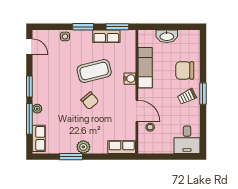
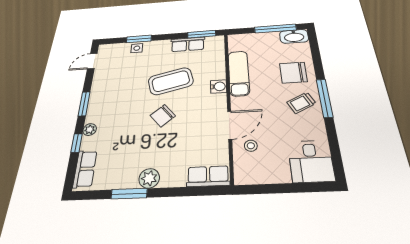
window: (83, 27) -> (139, 39), moved
window: (176, 27) -> (275, 29), added
washbasin: (167, 36) -> (294, 36), moved
door: (29, 46) -> (92, 61), swing flipped
window: (203, 94) -> (324, 98), width x1.44
chair: (90, 101) -> (163, 116), turned 90
door: (137, 111) -> (230, 125), hinge flipped
window: (29, 119) -> (77, 143), width x0.46

